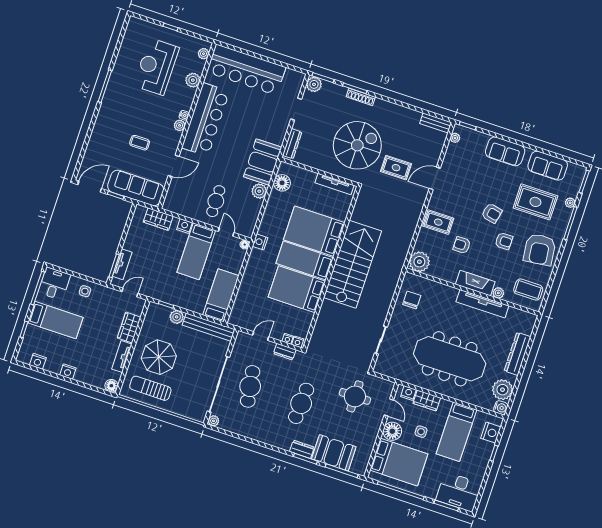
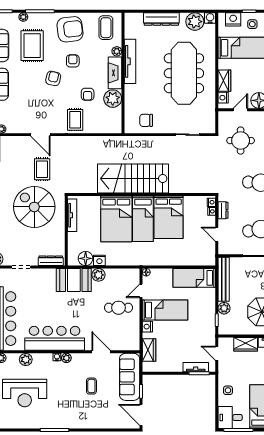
nightstand: (260, 242) -> (99, 260), moved
plant: (419, 262) -> (113, 99), moved
side table: (421, 432) -> (252, 24), moved

